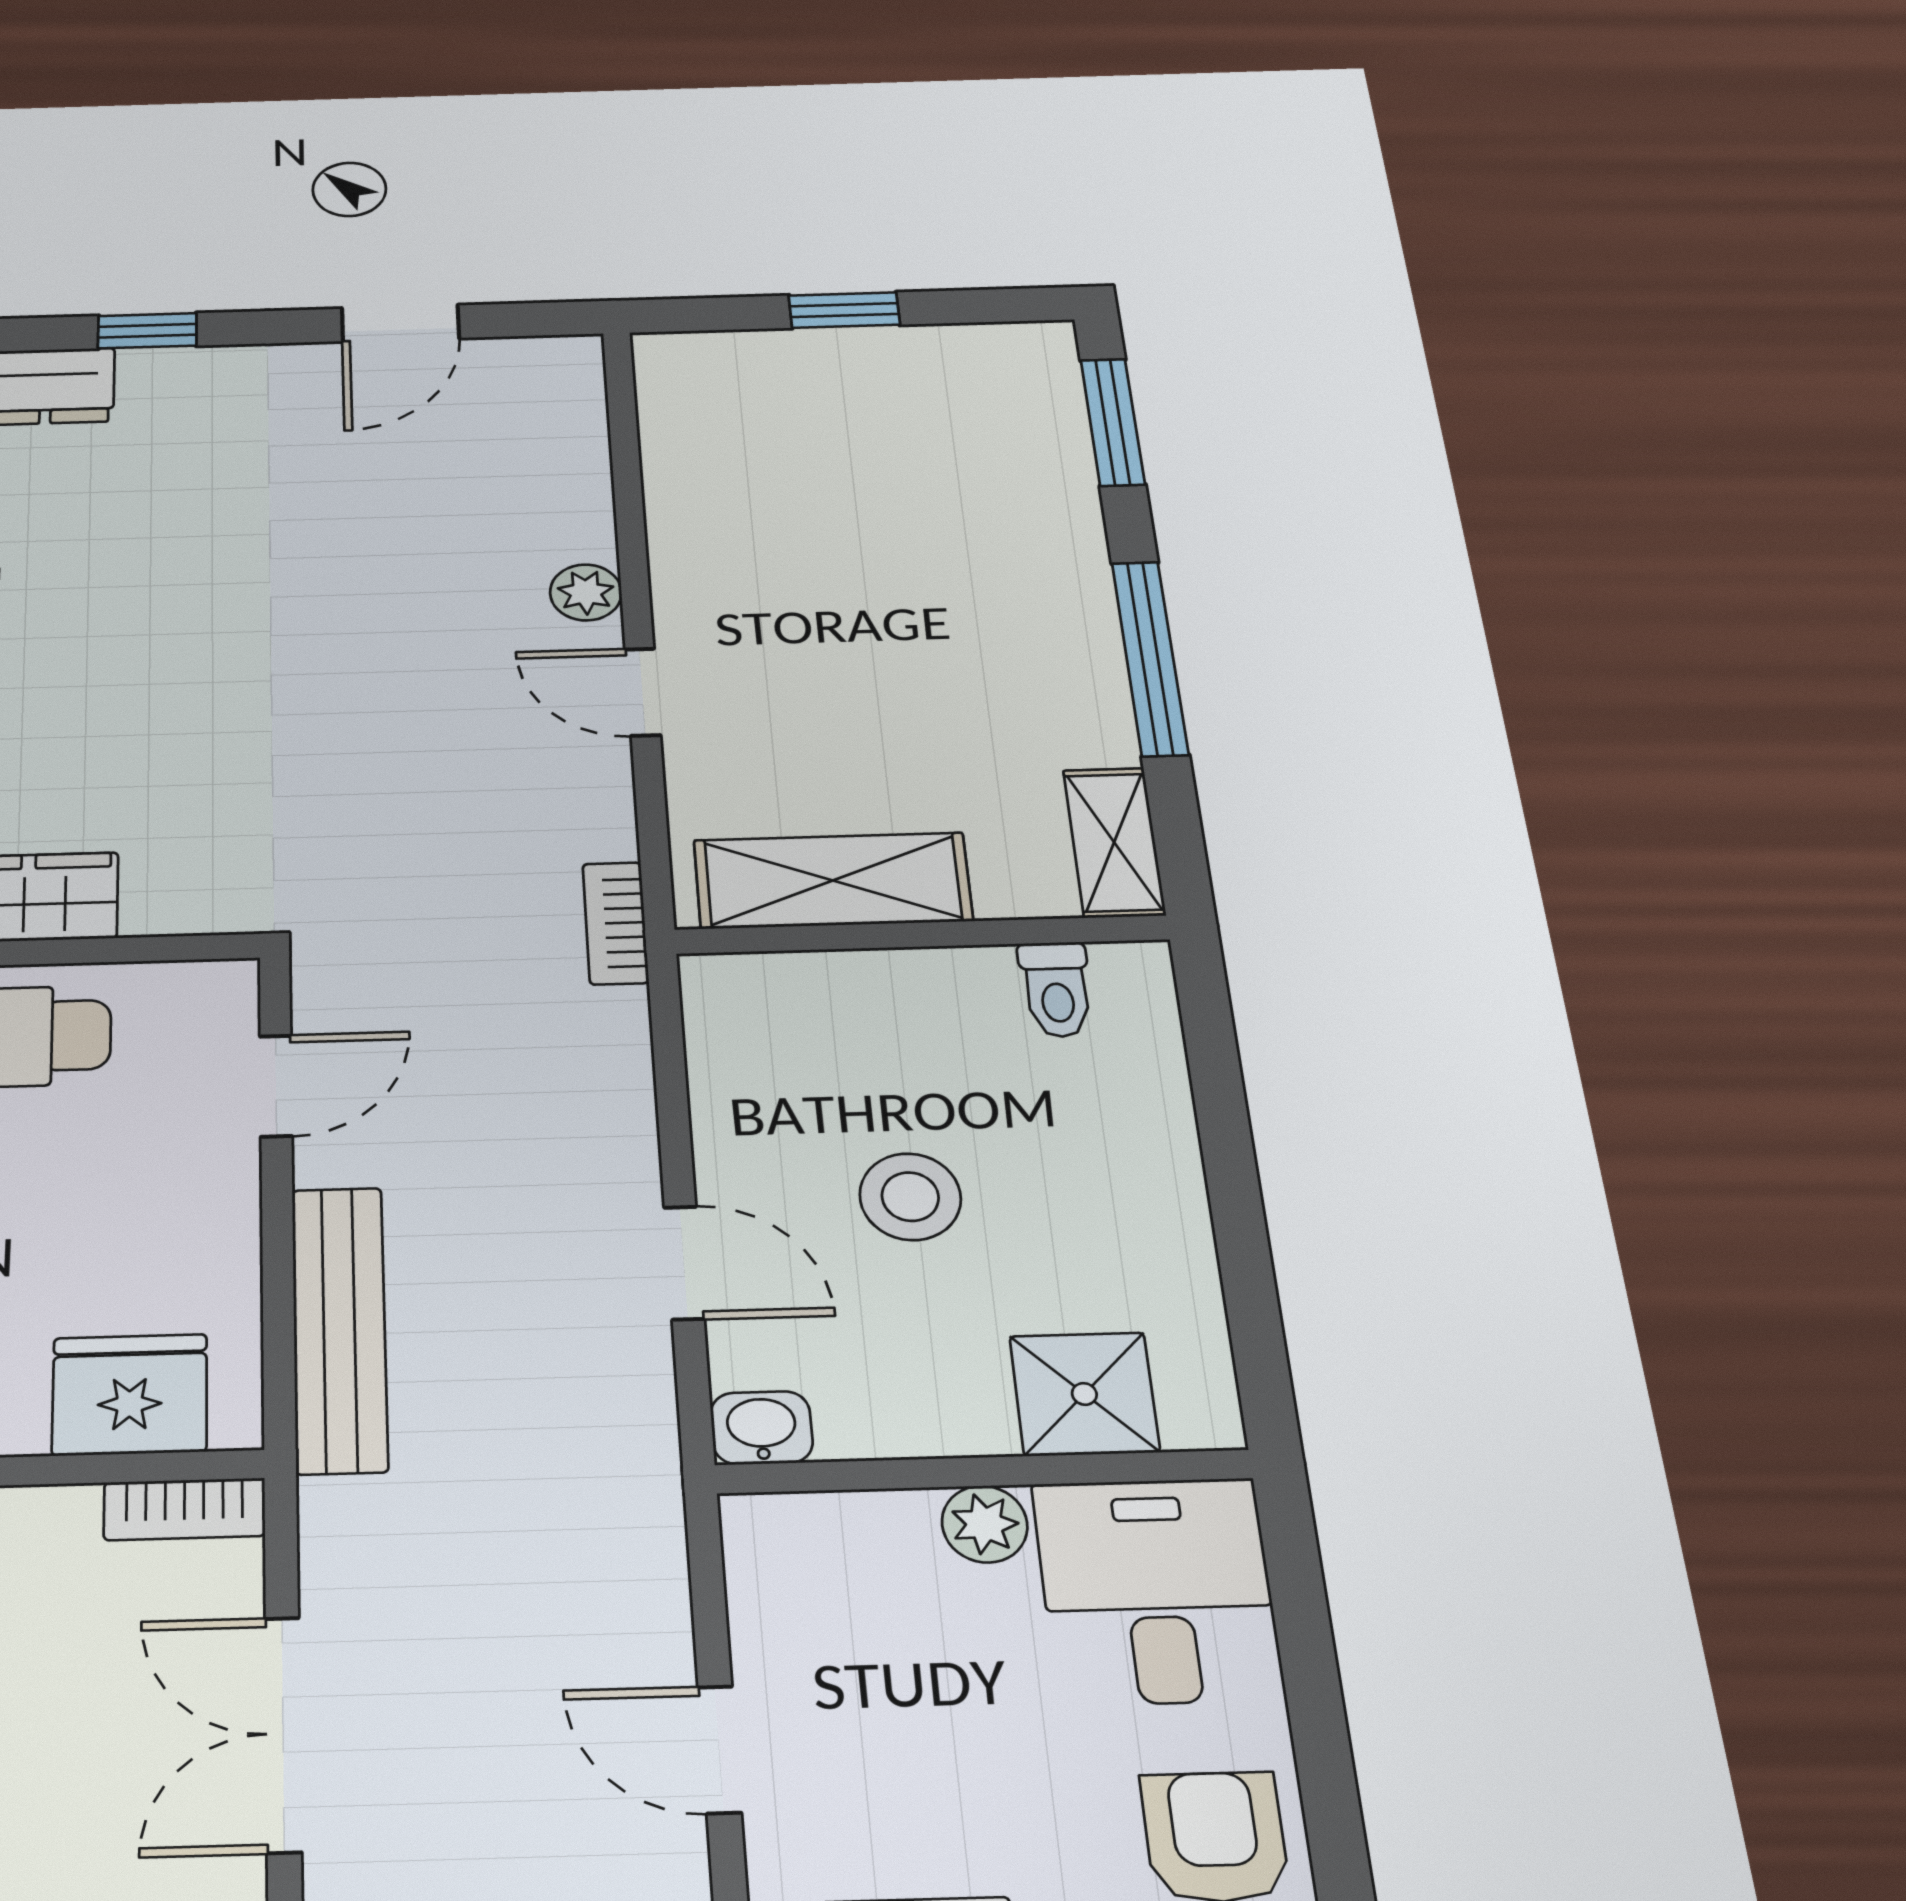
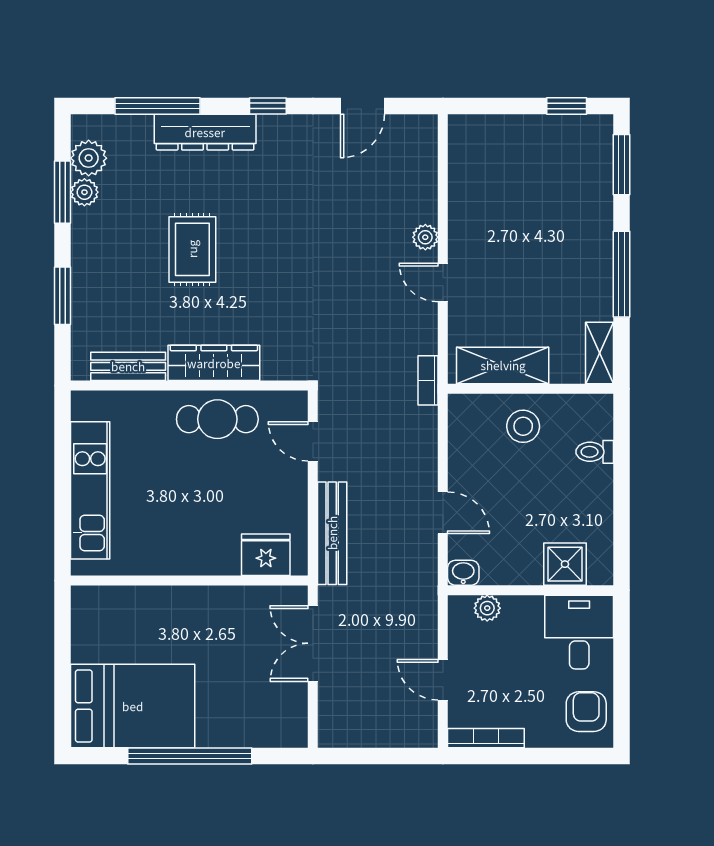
window: (844, 310) -> (567, 106), moved
toilet: (1056, 989) -> (595, 452), moved, turned 90
door: (276, 1086) -> (313, 441), swing flipped
stool: (910, 1197) -> (523, 426), moved
bookcase: (184, 1509) -> (283, 595), removed
plant: (985, 1524) -> (487, 608), moved
double door: (283, 1734) -> (313, 643), moved

